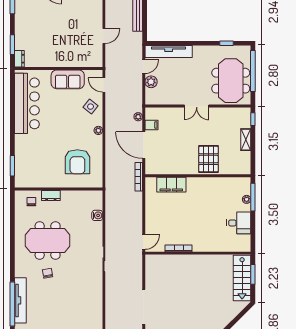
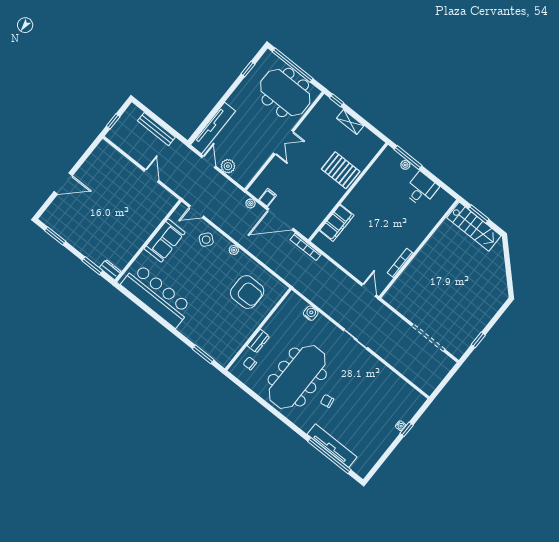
meeting table: (48, 241) -> (297, 377), width x1.36

